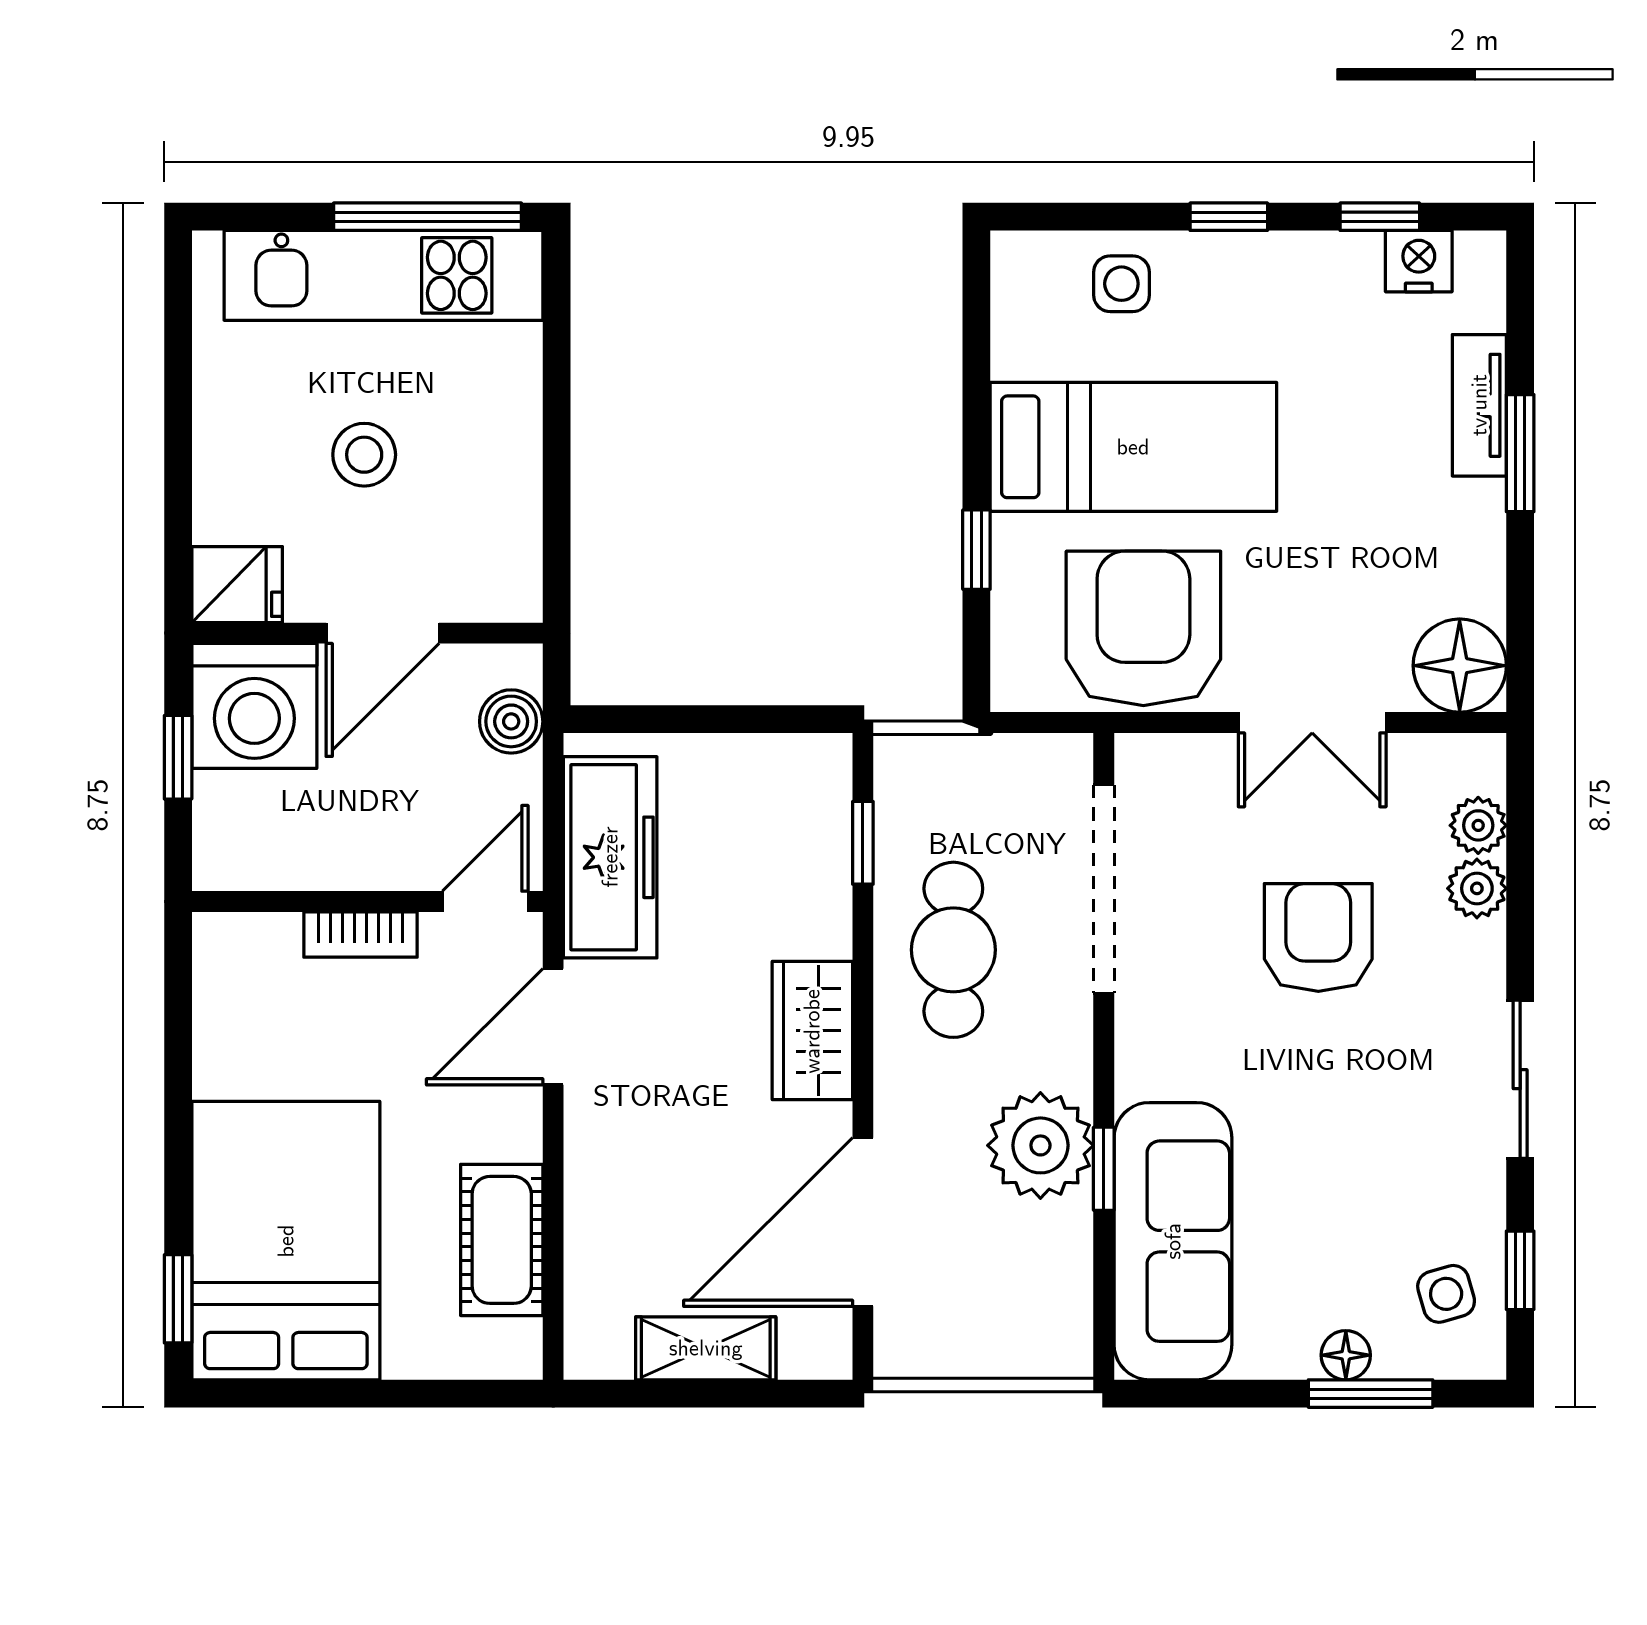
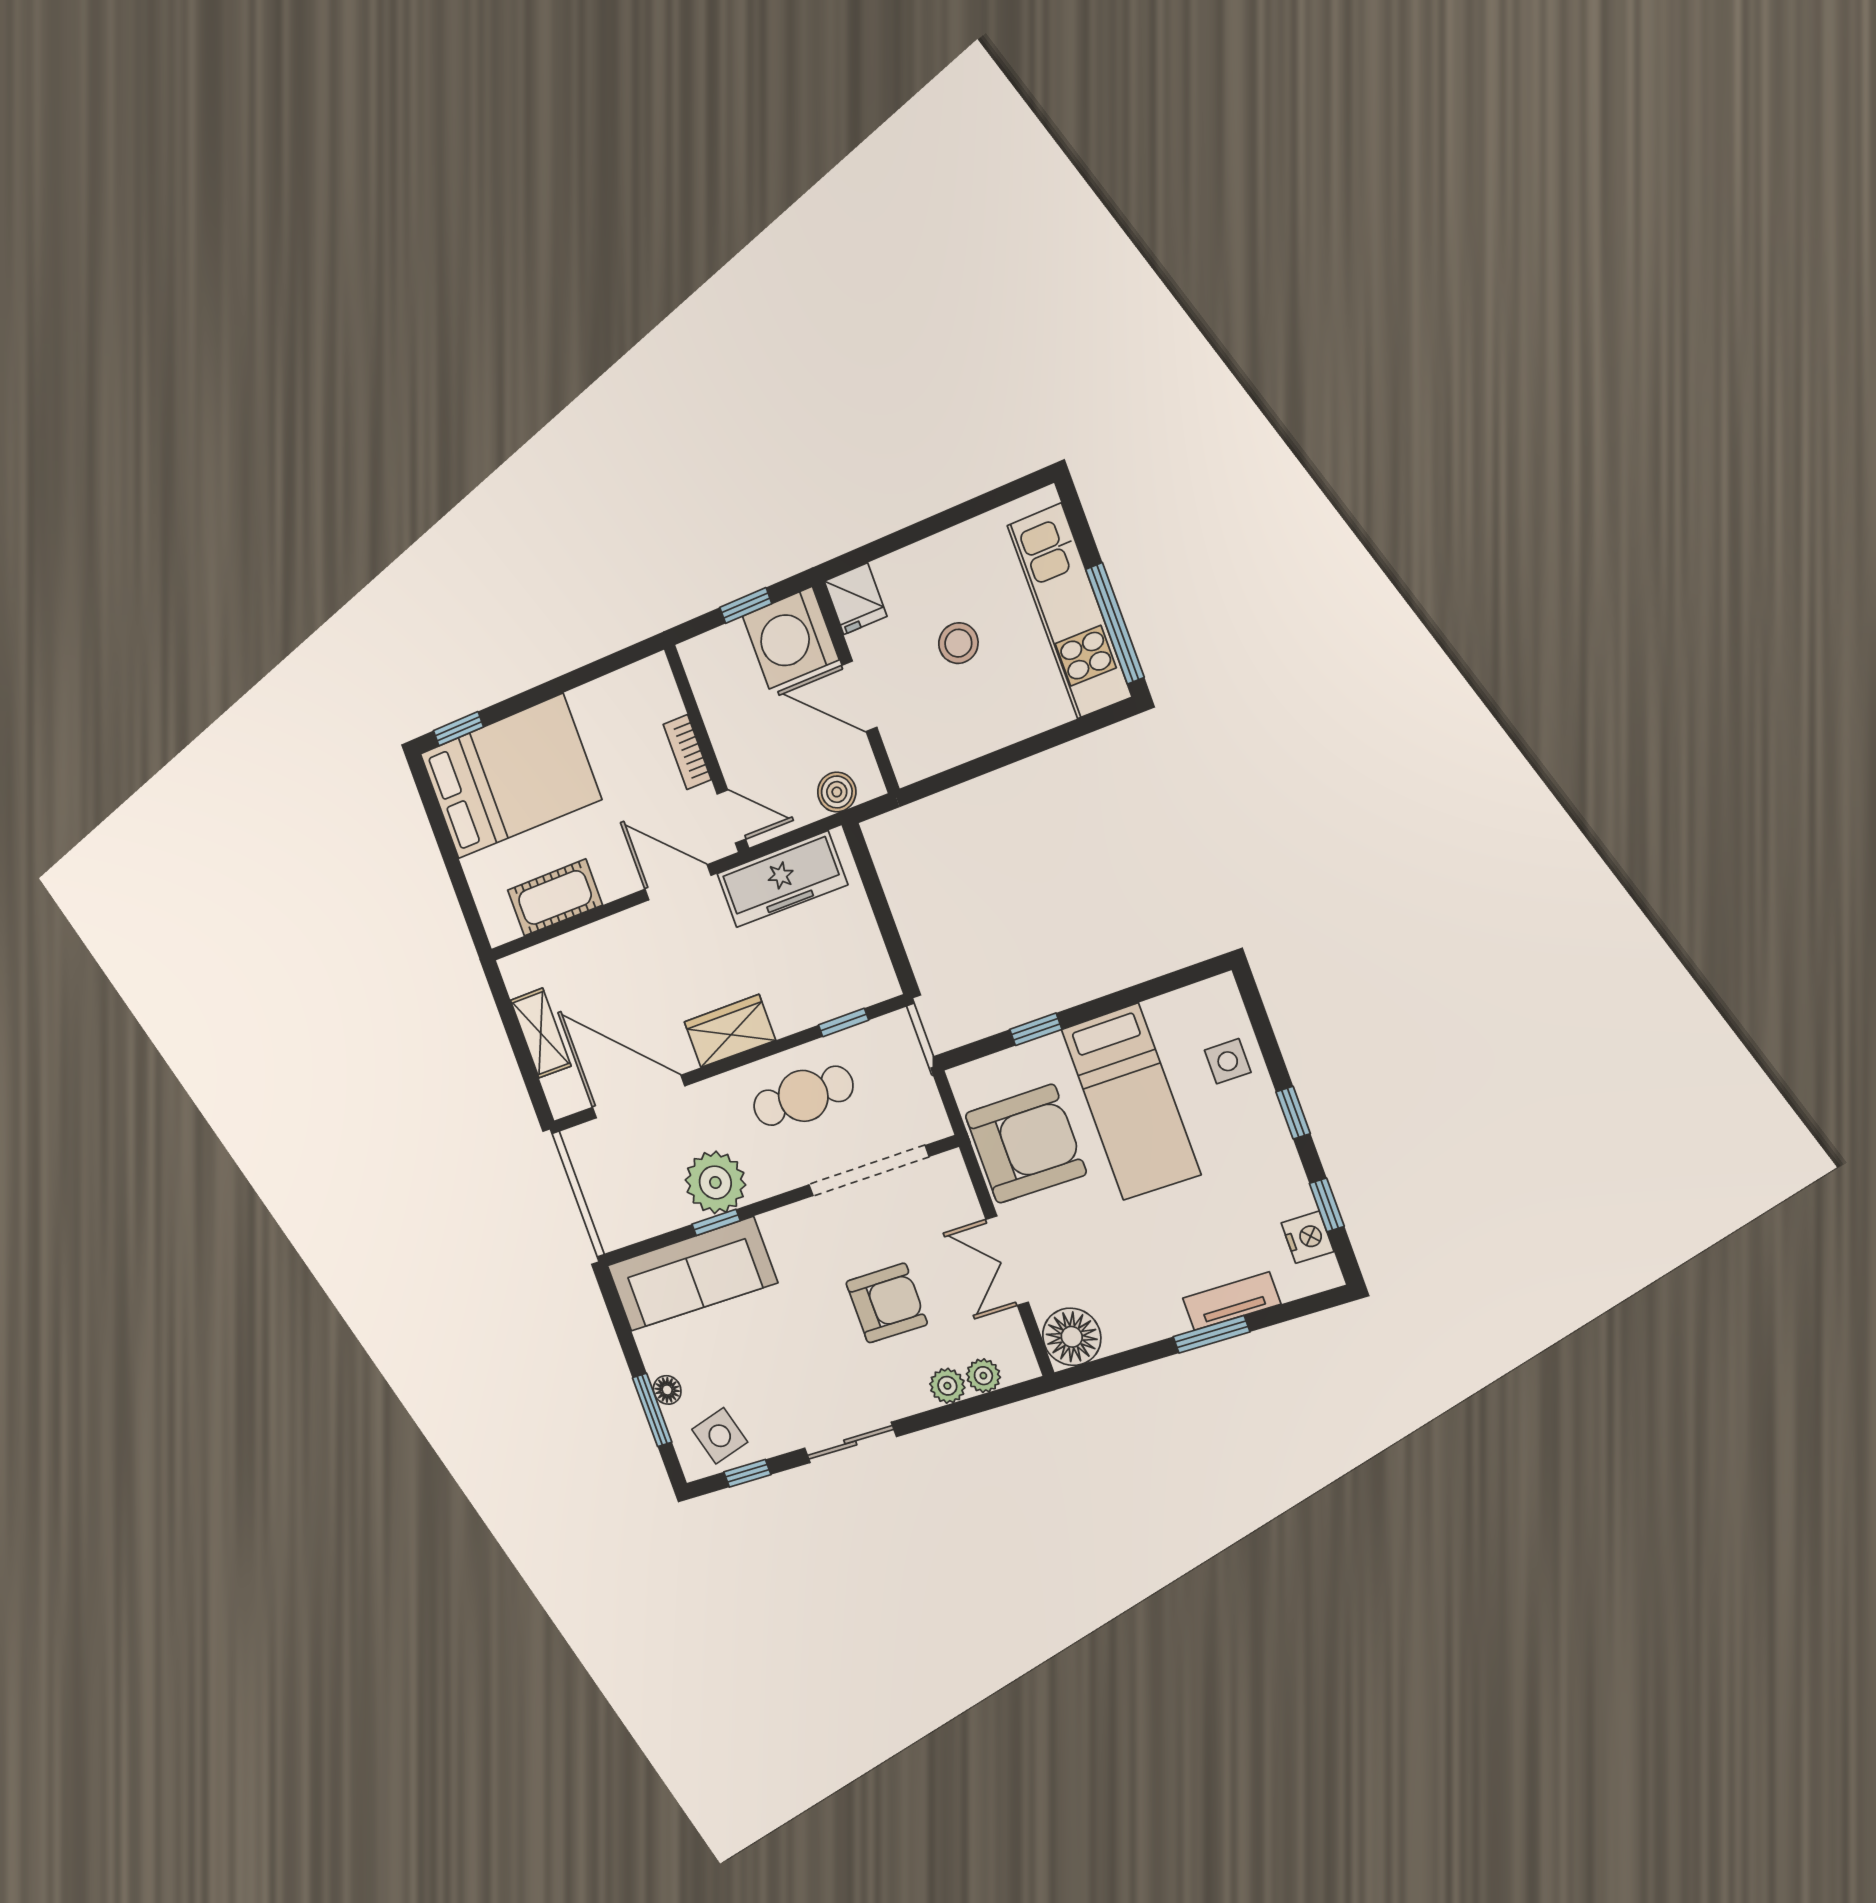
side table: (1446, 1294) -> (720, 1436), width x1.37, depth x1.37

